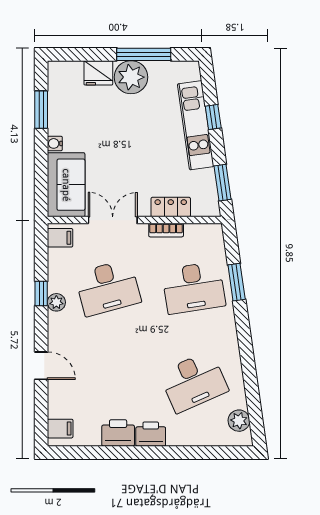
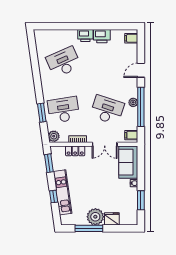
desk: (108, 288) -> (107, 110), turned 33
window: (41, 293) -> (141, 107), width x3.17
door: (41, 366) -> (141, 70), hinge flipped
plant: (239, 421) -> (54, 136), moved

